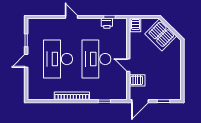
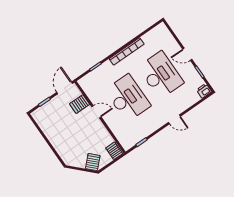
printer: (107, 23) -> (204, 91), moved
server rack: (161, 35) -> (93, 162), width x0.46, depth x0.70
door: (26, 61) -> (187, 54), swing flipped

